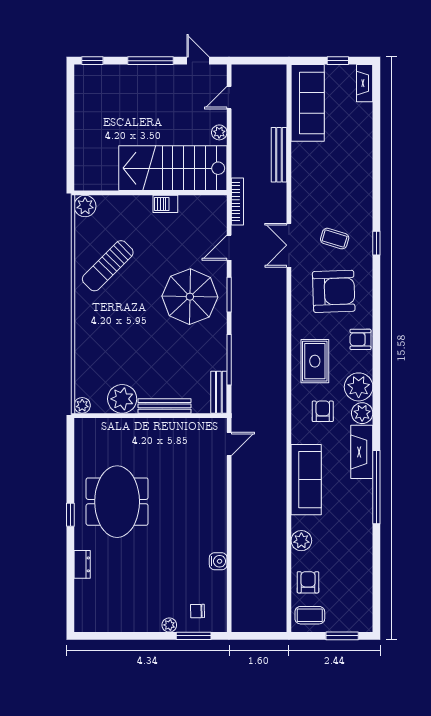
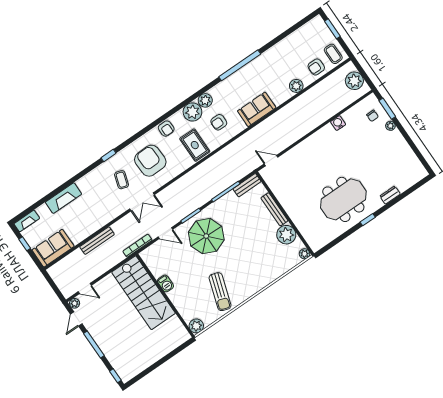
sofa: (308, 103) -> (53, 248), width x0.73
plant: (219, 132) -> (75, 303), moved
sun lounger: (108, 266) -> (220, 292), turned 63
rug: (315, 361) -> (195, 145), turned 90
fireplace: (362, 452) -> (63, 198), moved
sofa: (306, 480) -> (257, 109), width x0.73
plant: (257, 619) -> (354, 81), added

